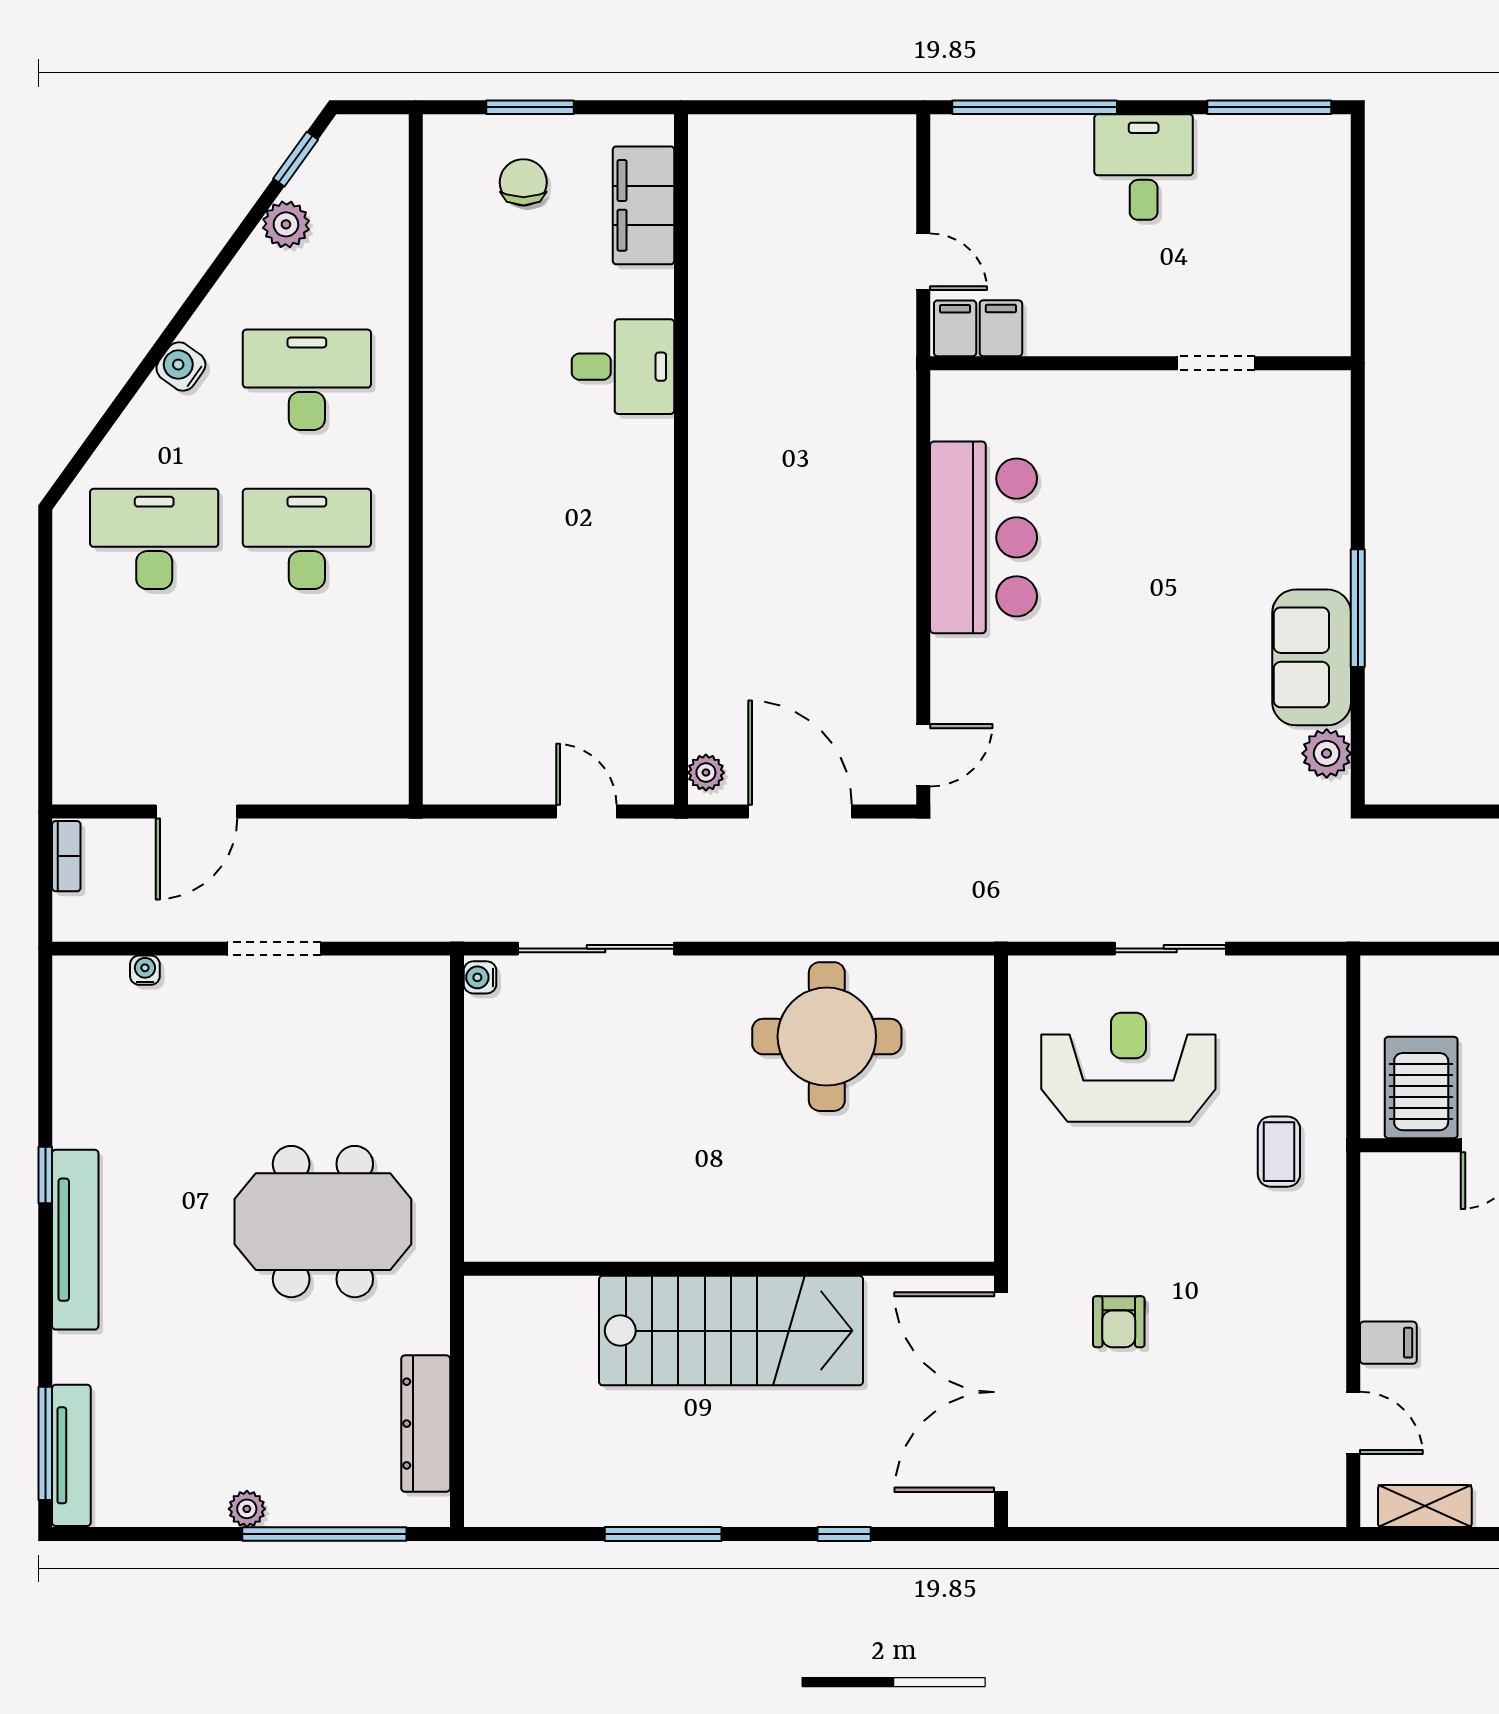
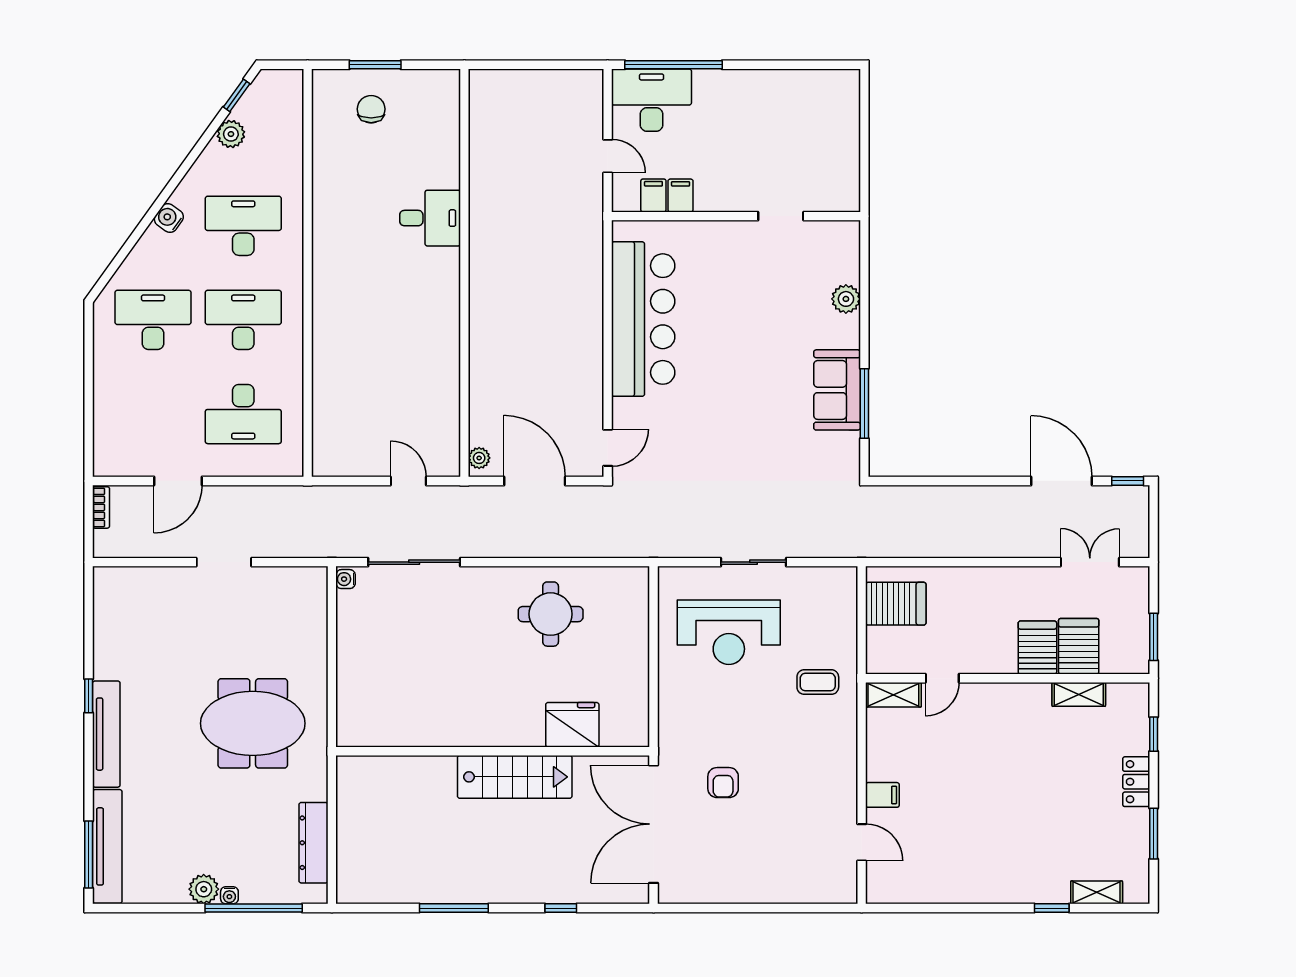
window: (1269, 107) -> (812, 65), removed
desk: (1144, 167) -> (652, 100), moved, width x1.37
filing cabinet: (643, 205) -> (442, 123), removed
filing cabinet: (955, 328) -> (681, 195), moved
bar counter: (984, 537) -> (643, 319), width x1.36
window: (1358, 608) -> (864, 403), moved
desk: (307, 698) -> (243, 414), added
plant: (1327, 753) -> (846, 299), moved
water cooler: (145, 970) -> (229, 895), moved, turned 180
round table: (827, 1037) -> (551, 614), width x0.73, depth x0.73
reception desk: (1128, 1067) -> (729, 632), turned 180
server rack: (1421, 1088) -> (896, 604), moved, turned 90
coffee table: (1279, 1152) -> (818, 682), turned 90
fridge: (864, 1224) -> (572, 725), added
stairs: (731, 1331) -> (515, 777), width x0.73, depth x0.66
tv unit: (71, 1455) -> (107, 846), width x1.36, depth x1.29
shelving: (1425, 1506) -> (893, 695), moved
plant: (247, 1509) -> (204, 889), width x1.38, depth x1.38

